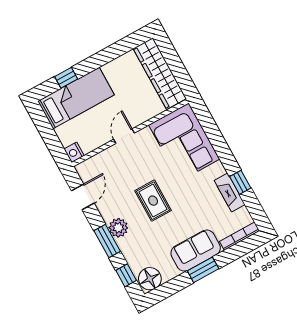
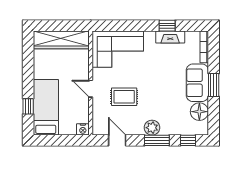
rug: (153, 201) -> (124, 97), moved
floor lamp: (150, 279) -> (199, 112), moved

